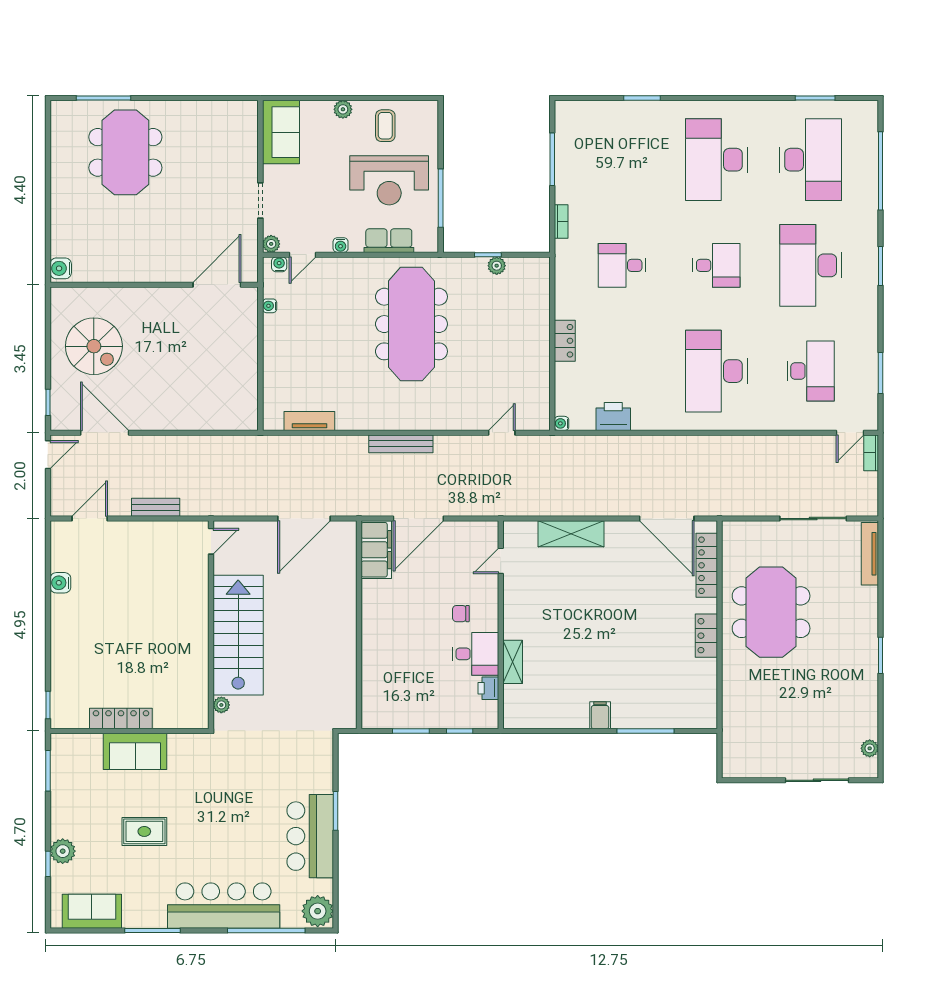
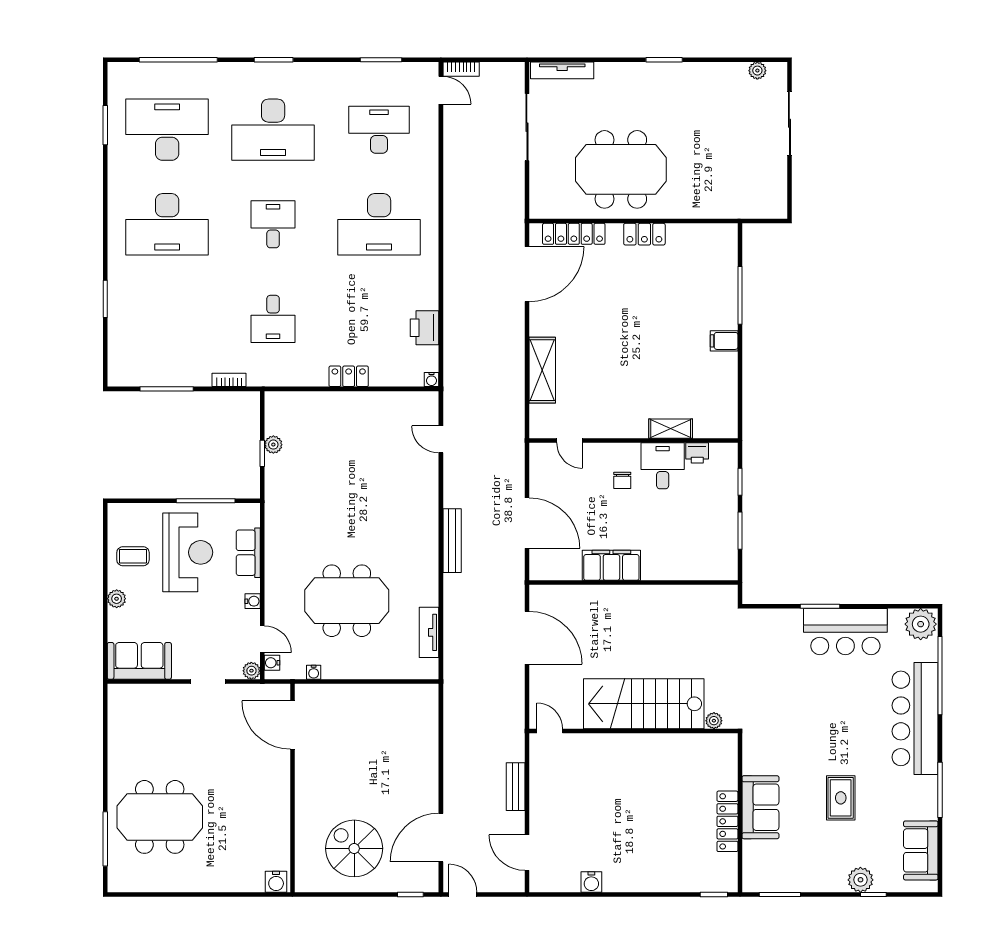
meeting table: (411, 324) -> (347, 601), moved, width x0.73
spiral stairs: (94, 346) -> (354, 848), turned -90
filing cabinet: (376, 550) -> (611, 565), moved

